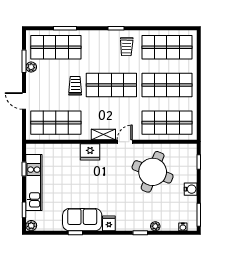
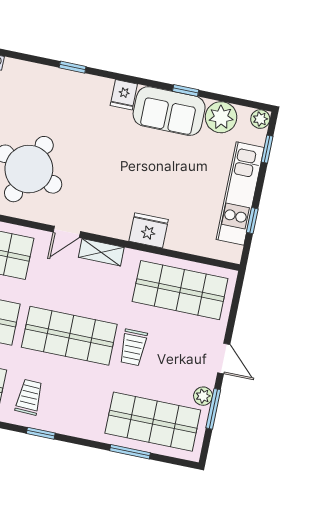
door: (24, 101) -> (224, 359), moved
fridge: (90, 152) -> (149, 230), moved
plant: (155, 226) -> (221, 117), moved, width x1.87, depth x1.87

